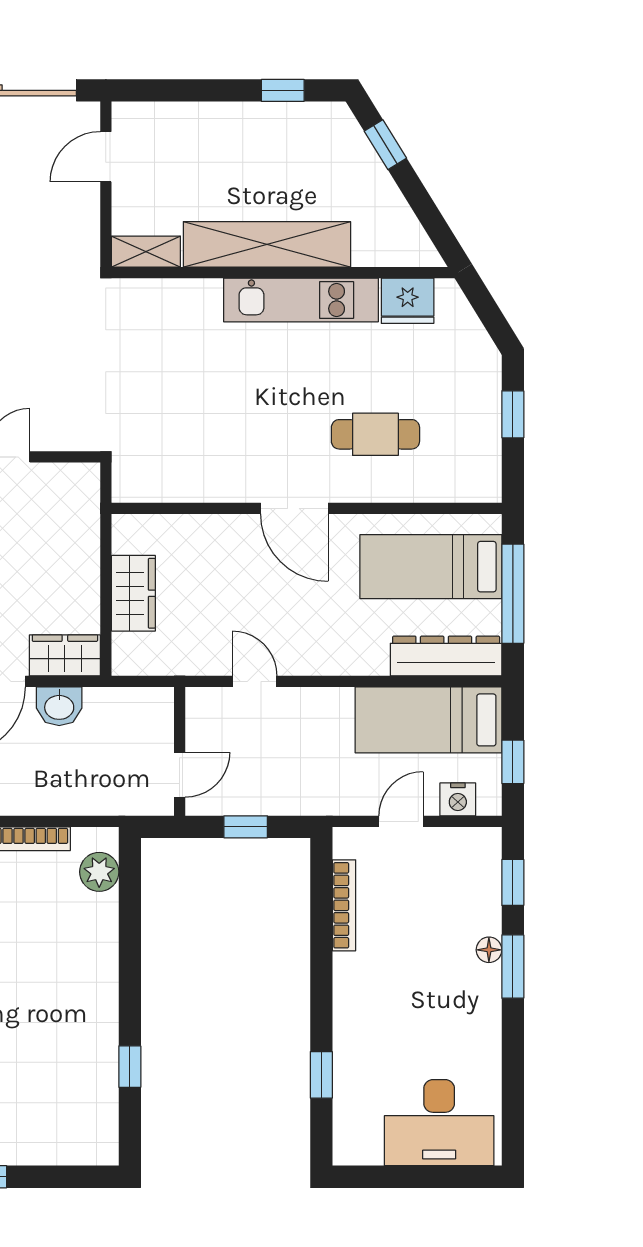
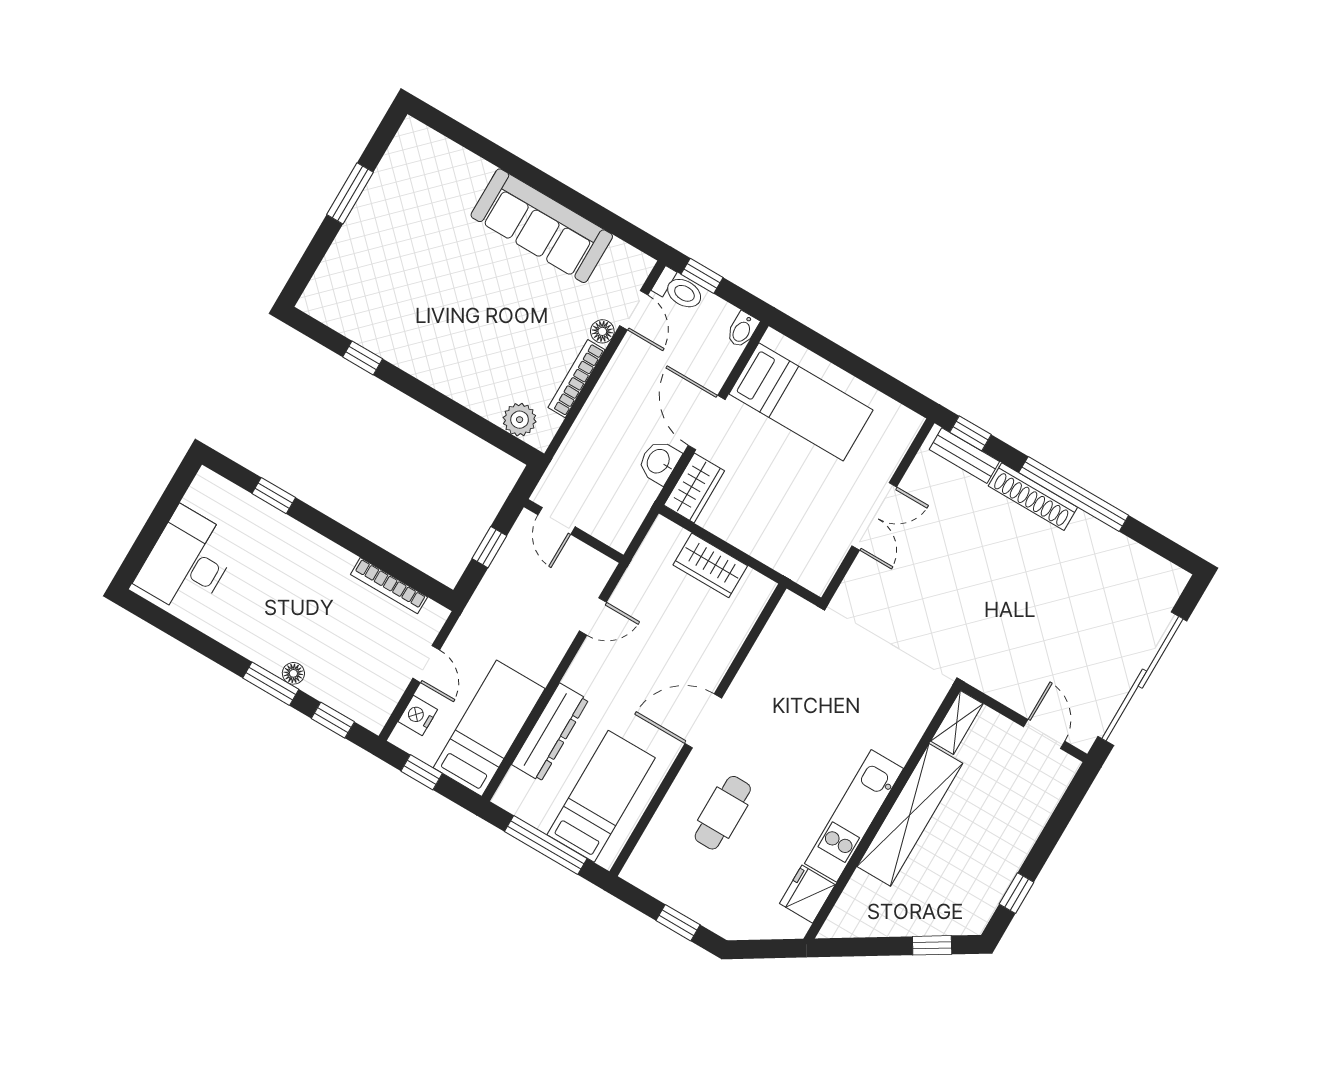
dresser: (446, 656) -> (550, 732), moved

